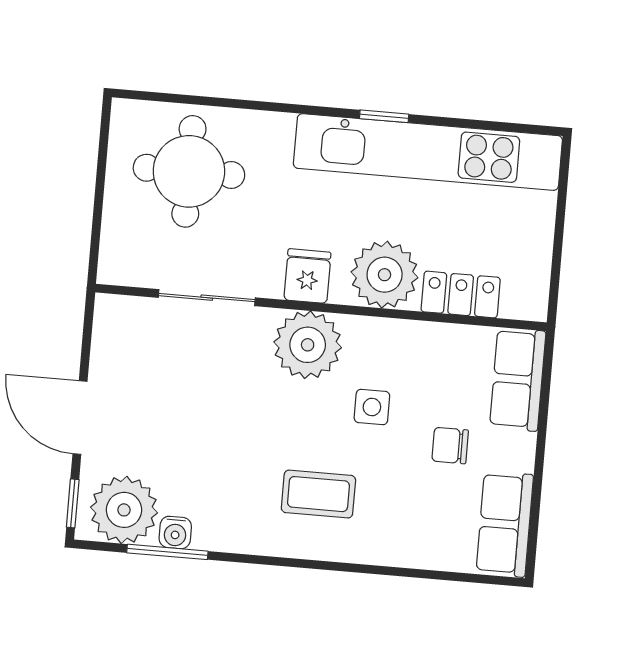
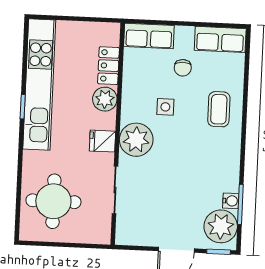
plant: (385, 275) -> (105, 99), width x0.73, depth x0.73
coffee table: (318, 494) -> (219, 109), moved

